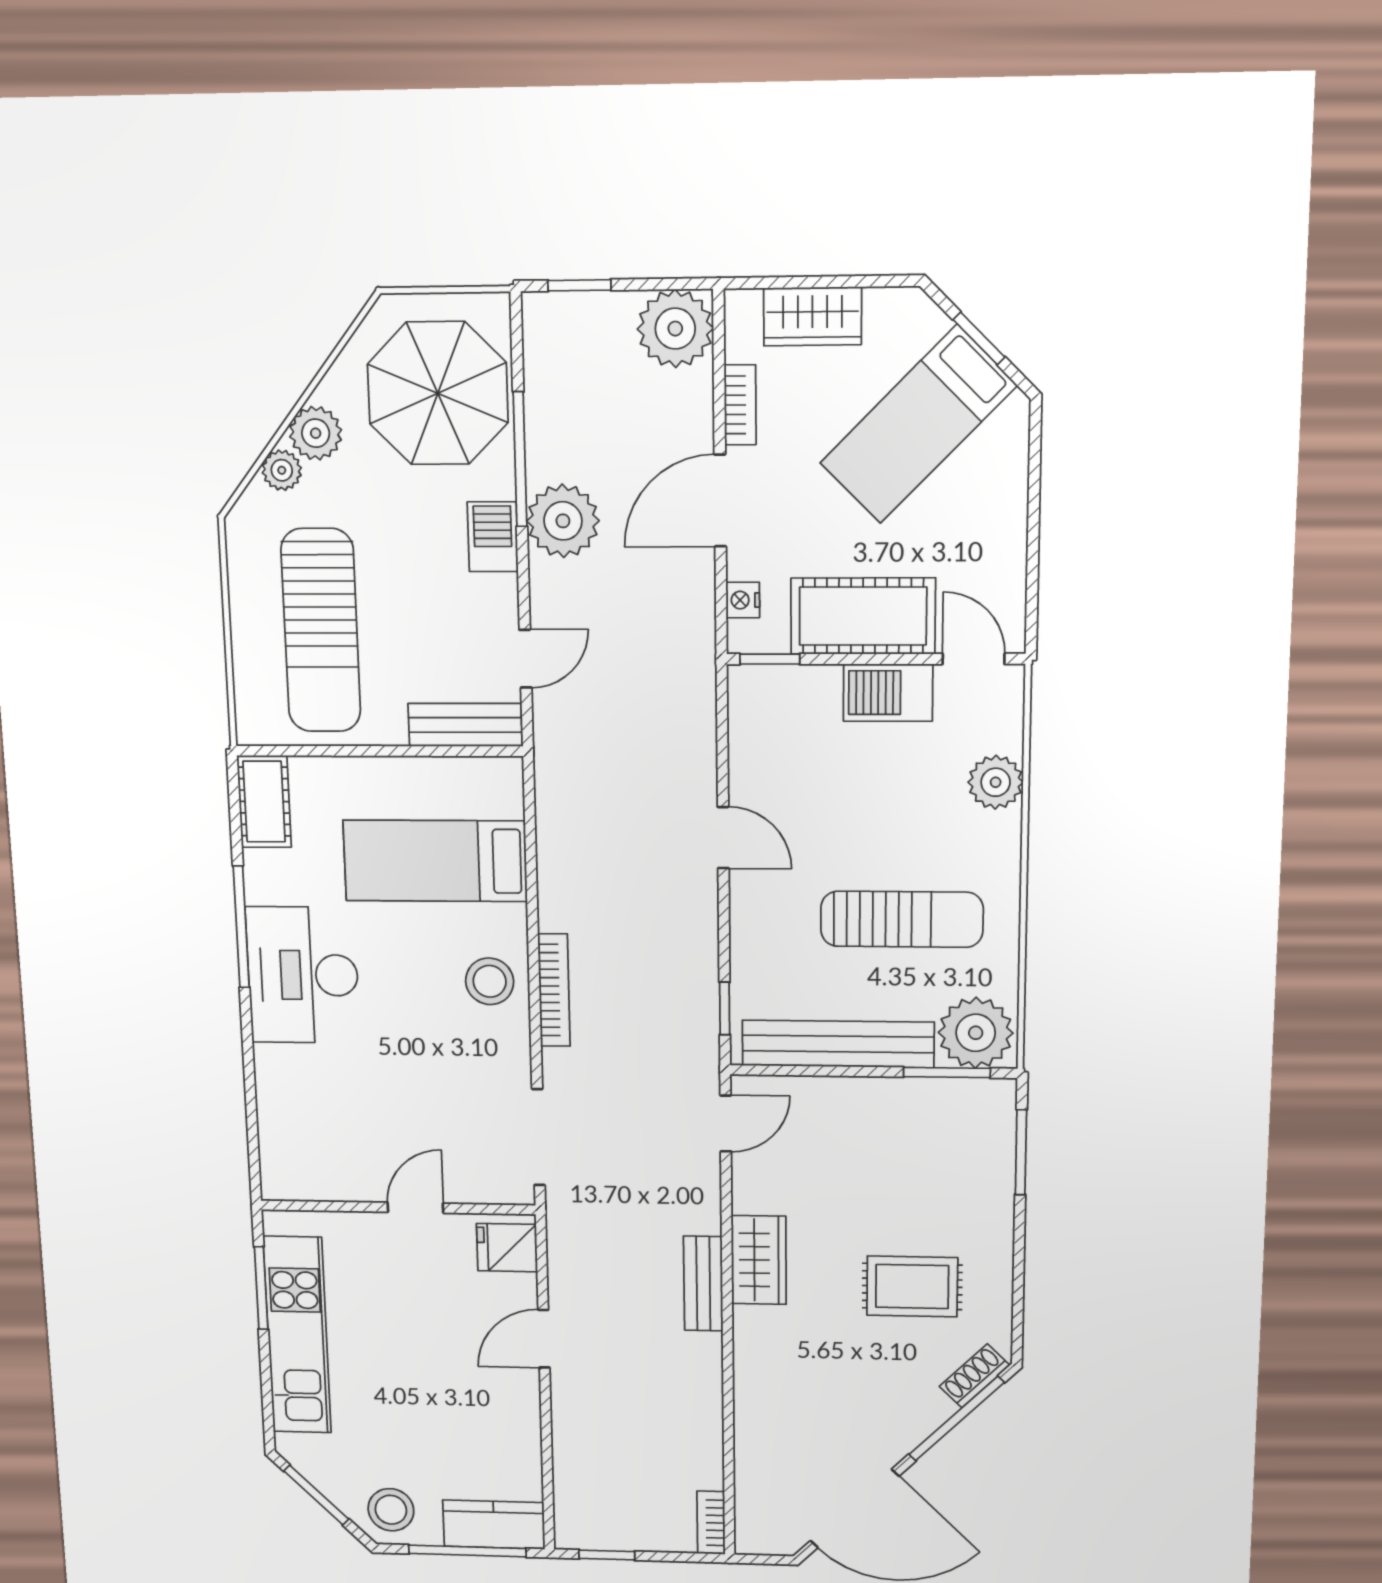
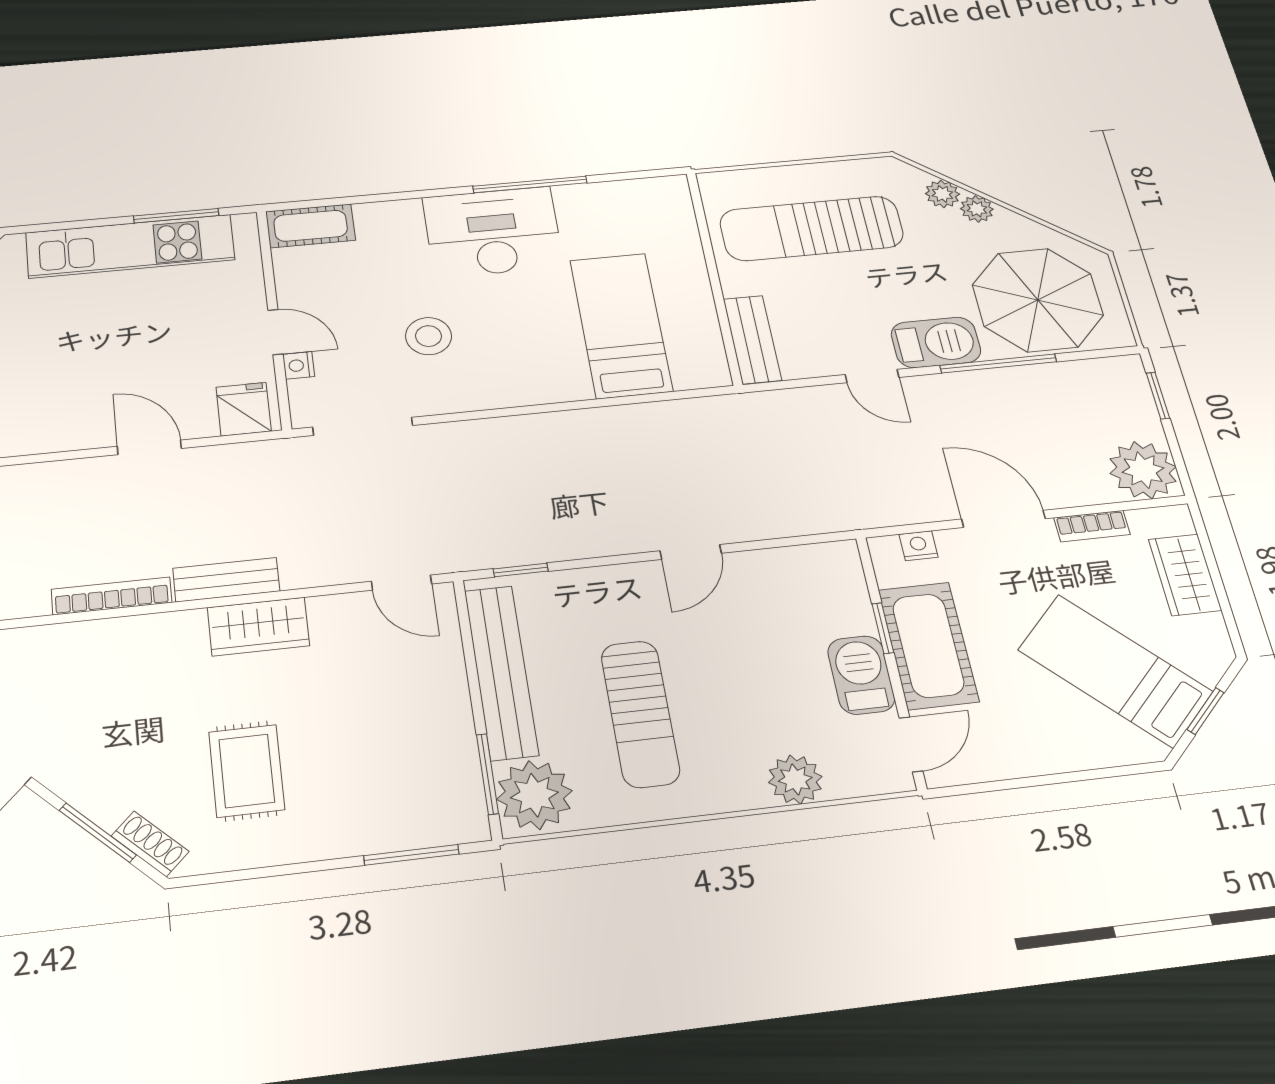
plant: (316, 433) -> (977, 209), width x0.73, depth x0.73
plant: (563, 521) -> (953, 400), removed
barbecue: (493, 537) -> (936, 342), width x1.38, depth x1.27
door: (525, 659) -> (872, 376), moved
window: (770, 659) -> (883, 628), moved
cot: (264, 802) -> (311, 226), moved
stool: (490, 981) -> (429, 336), moved
bookcase: (554, 990) -> (112, 596), moved, turned 180
nightstand: (459, 1190) -> (299, 365), added
window: (957, 1419) -> (98, 833), width x0.69

